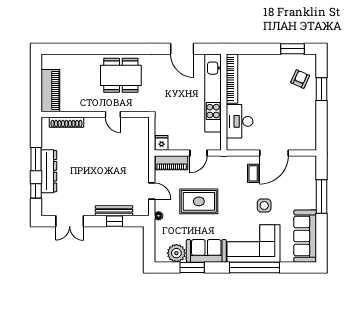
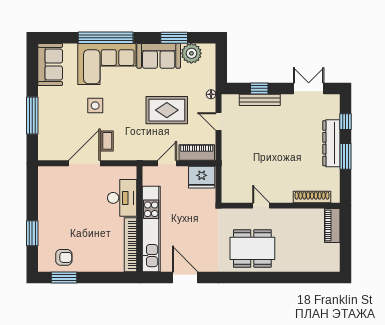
armchair: (300, 79) -> (64, 257), moved, turned -114
piano: (50, 91) -> (332, 225), width x0.73, depth x0.75
fridge: (162, 143) -> (202, 177), width x1.88, depth x1.34
sofa: (305, 236) -> (50, 64), width x0.73

